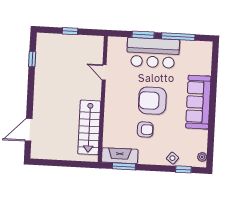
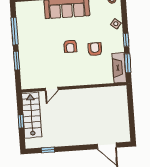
bar counter: (153, 53) -> (31, 50), removed
armchair: (152, 101) -> (70, 46), width x0.53, depth x0.53
stairs: (89, 127) -> (32, 115), moved, turned -90
window: (183, 169) -> (126, 40), moved

